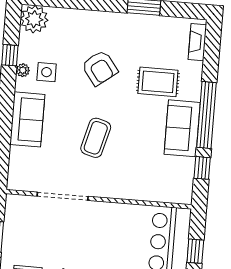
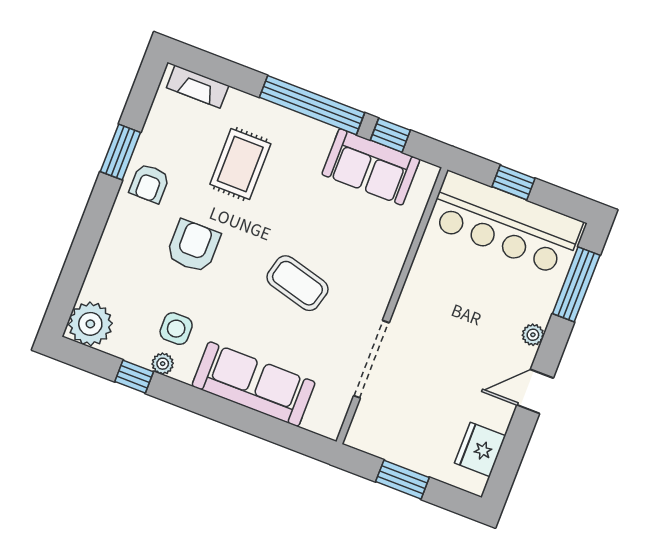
armchair: (130, 30) -> (149, 183), added
armchair: (100, 68) -> (193, 246), turned -53
sofa: (27, 119) -> (254, 384), width x1.36
sofa: (182, 128) -> (371, 167), moved

